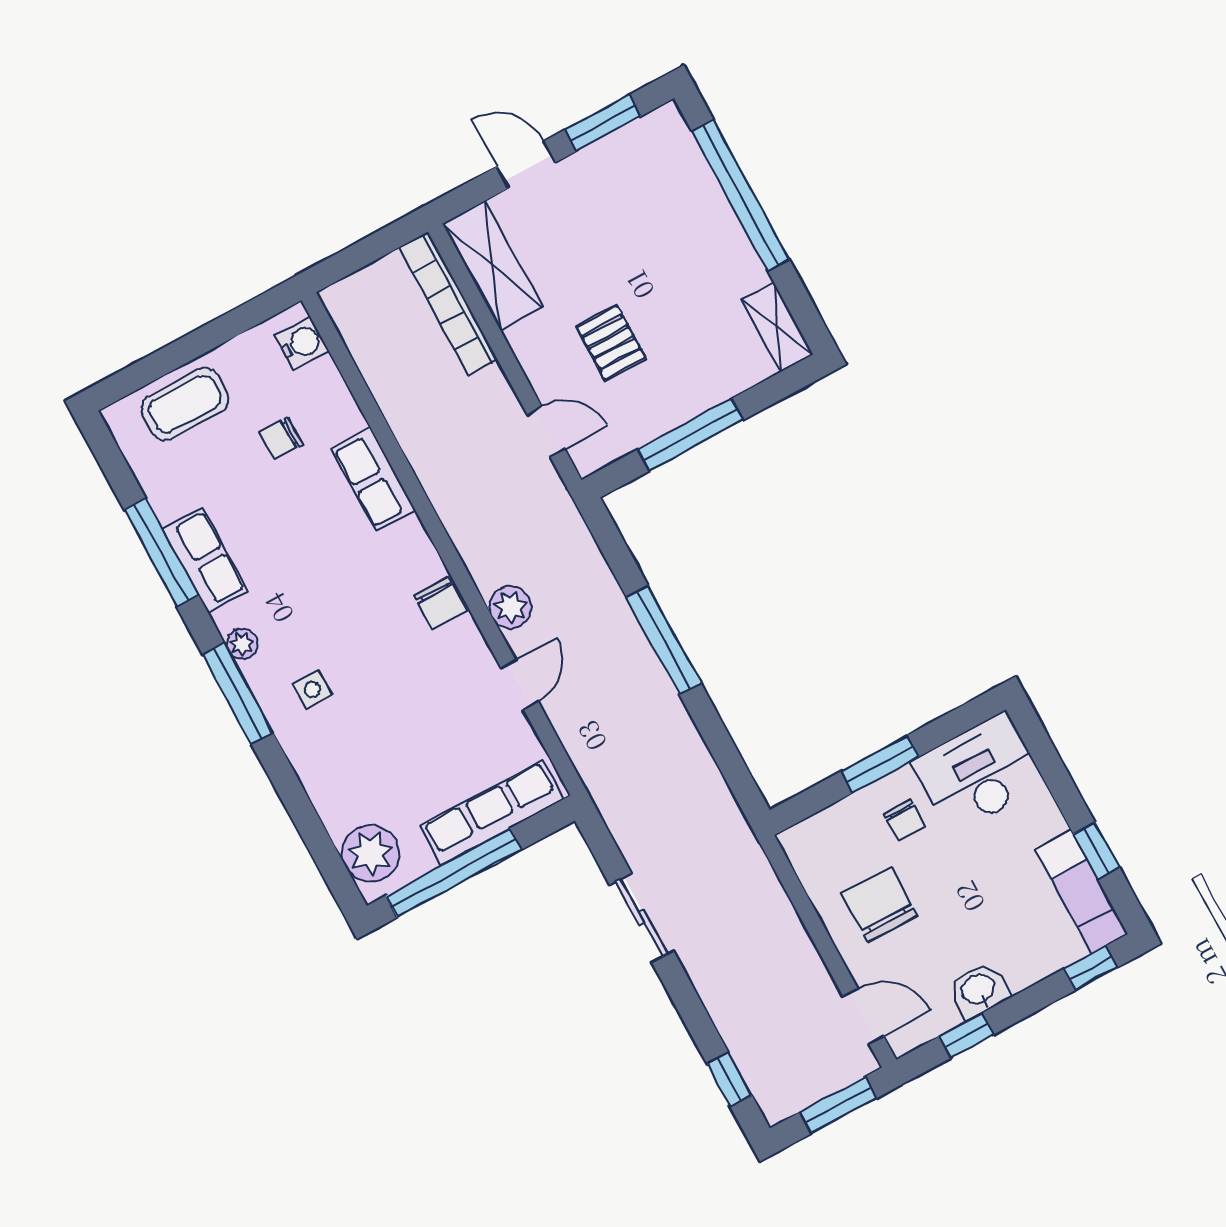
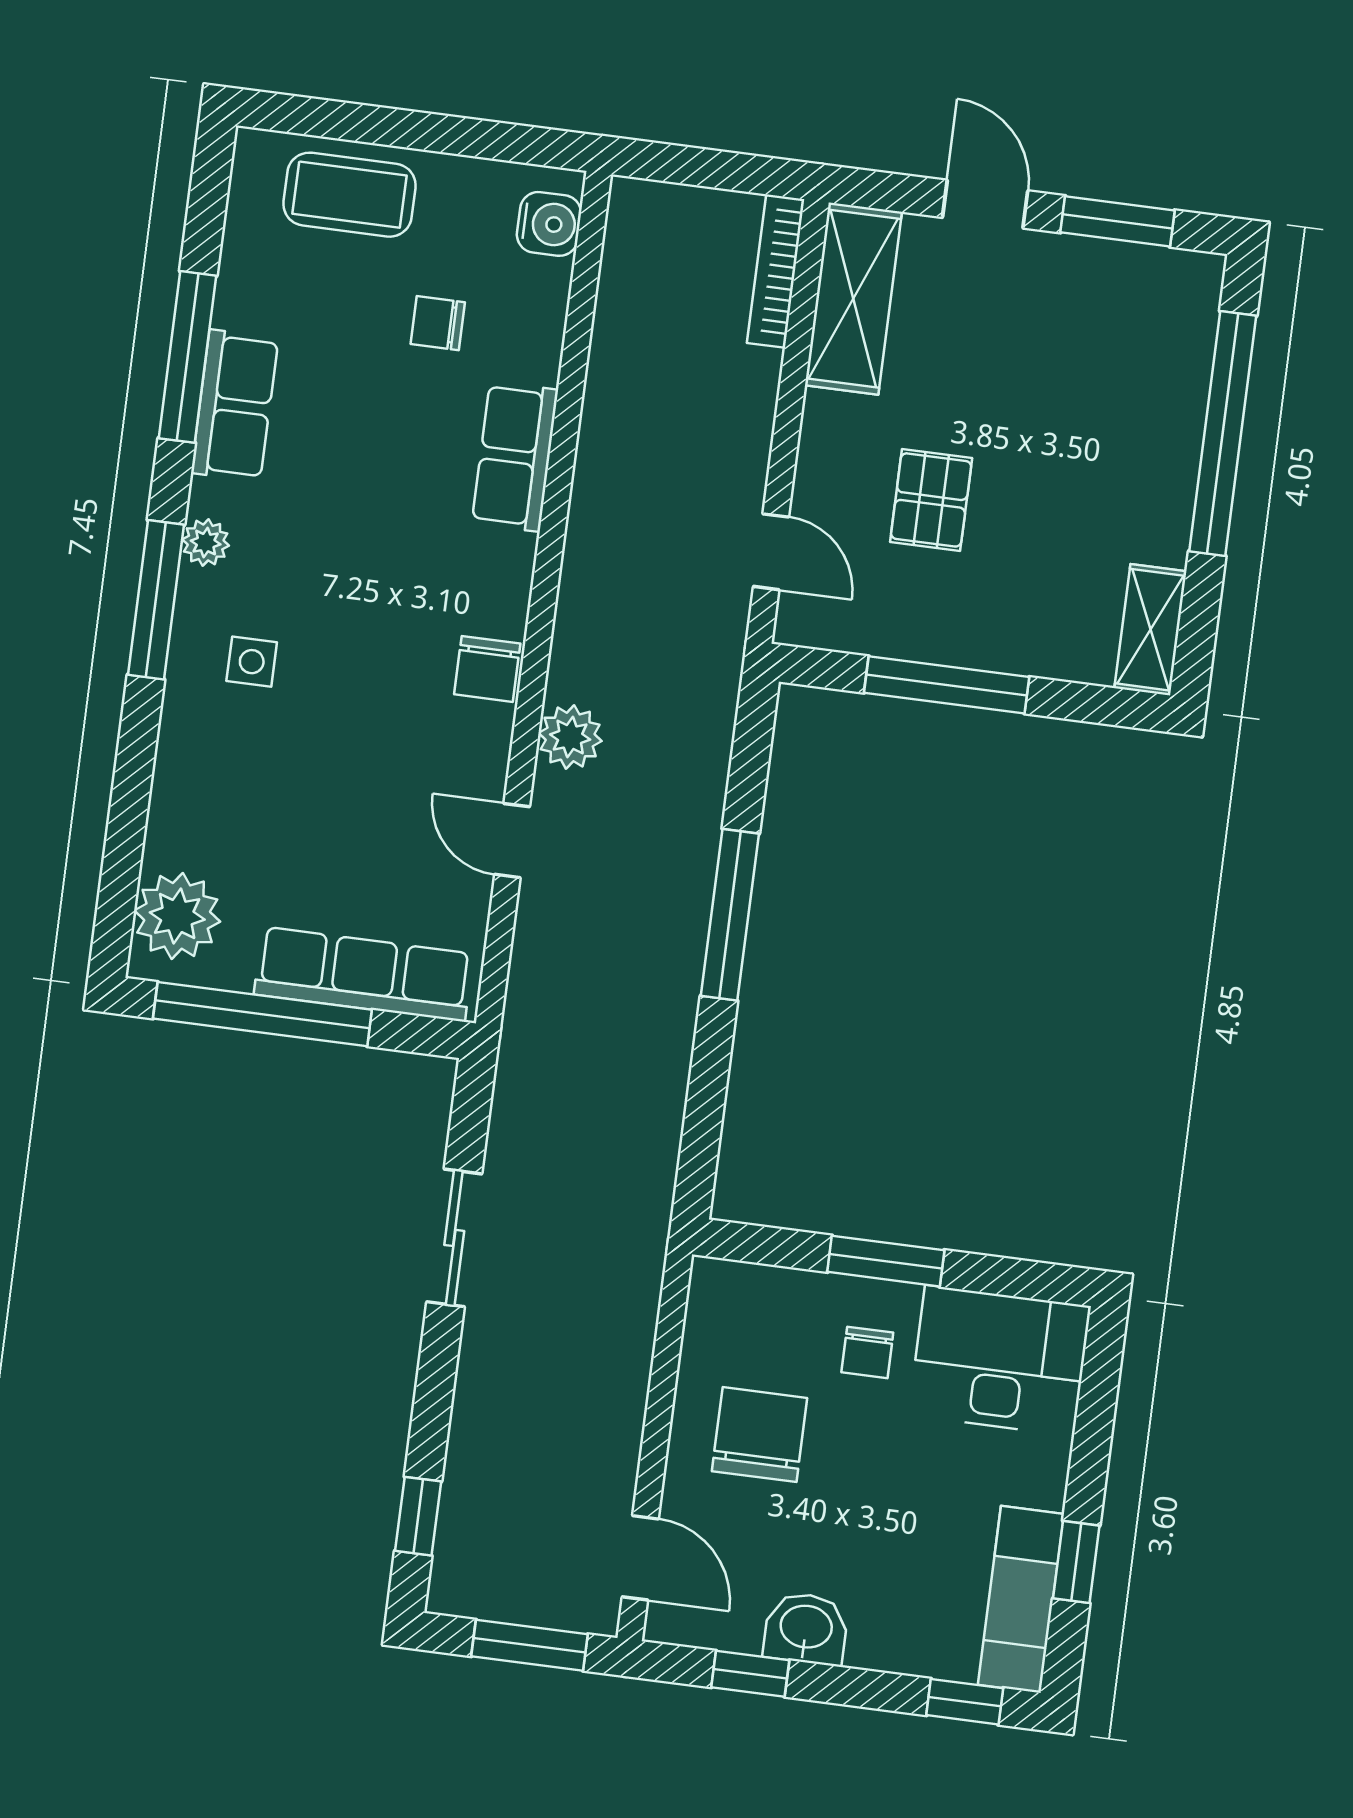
bookcase: (448, 303) -> (776, 271), width x0.68, depth x0.76
door: (519, 685) -> (512, 841), swing flipped

